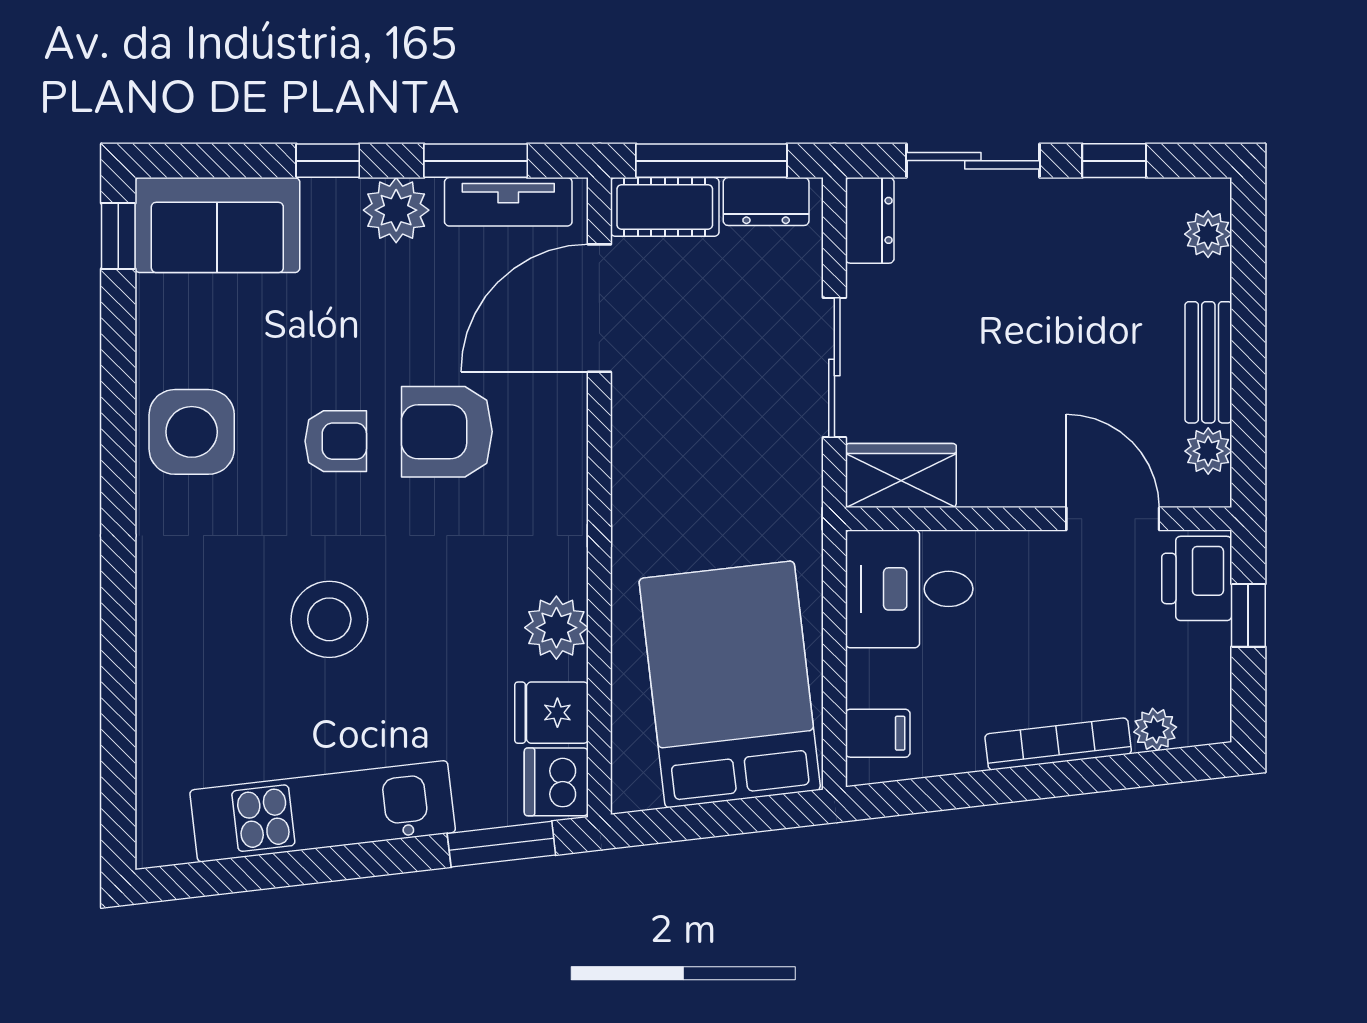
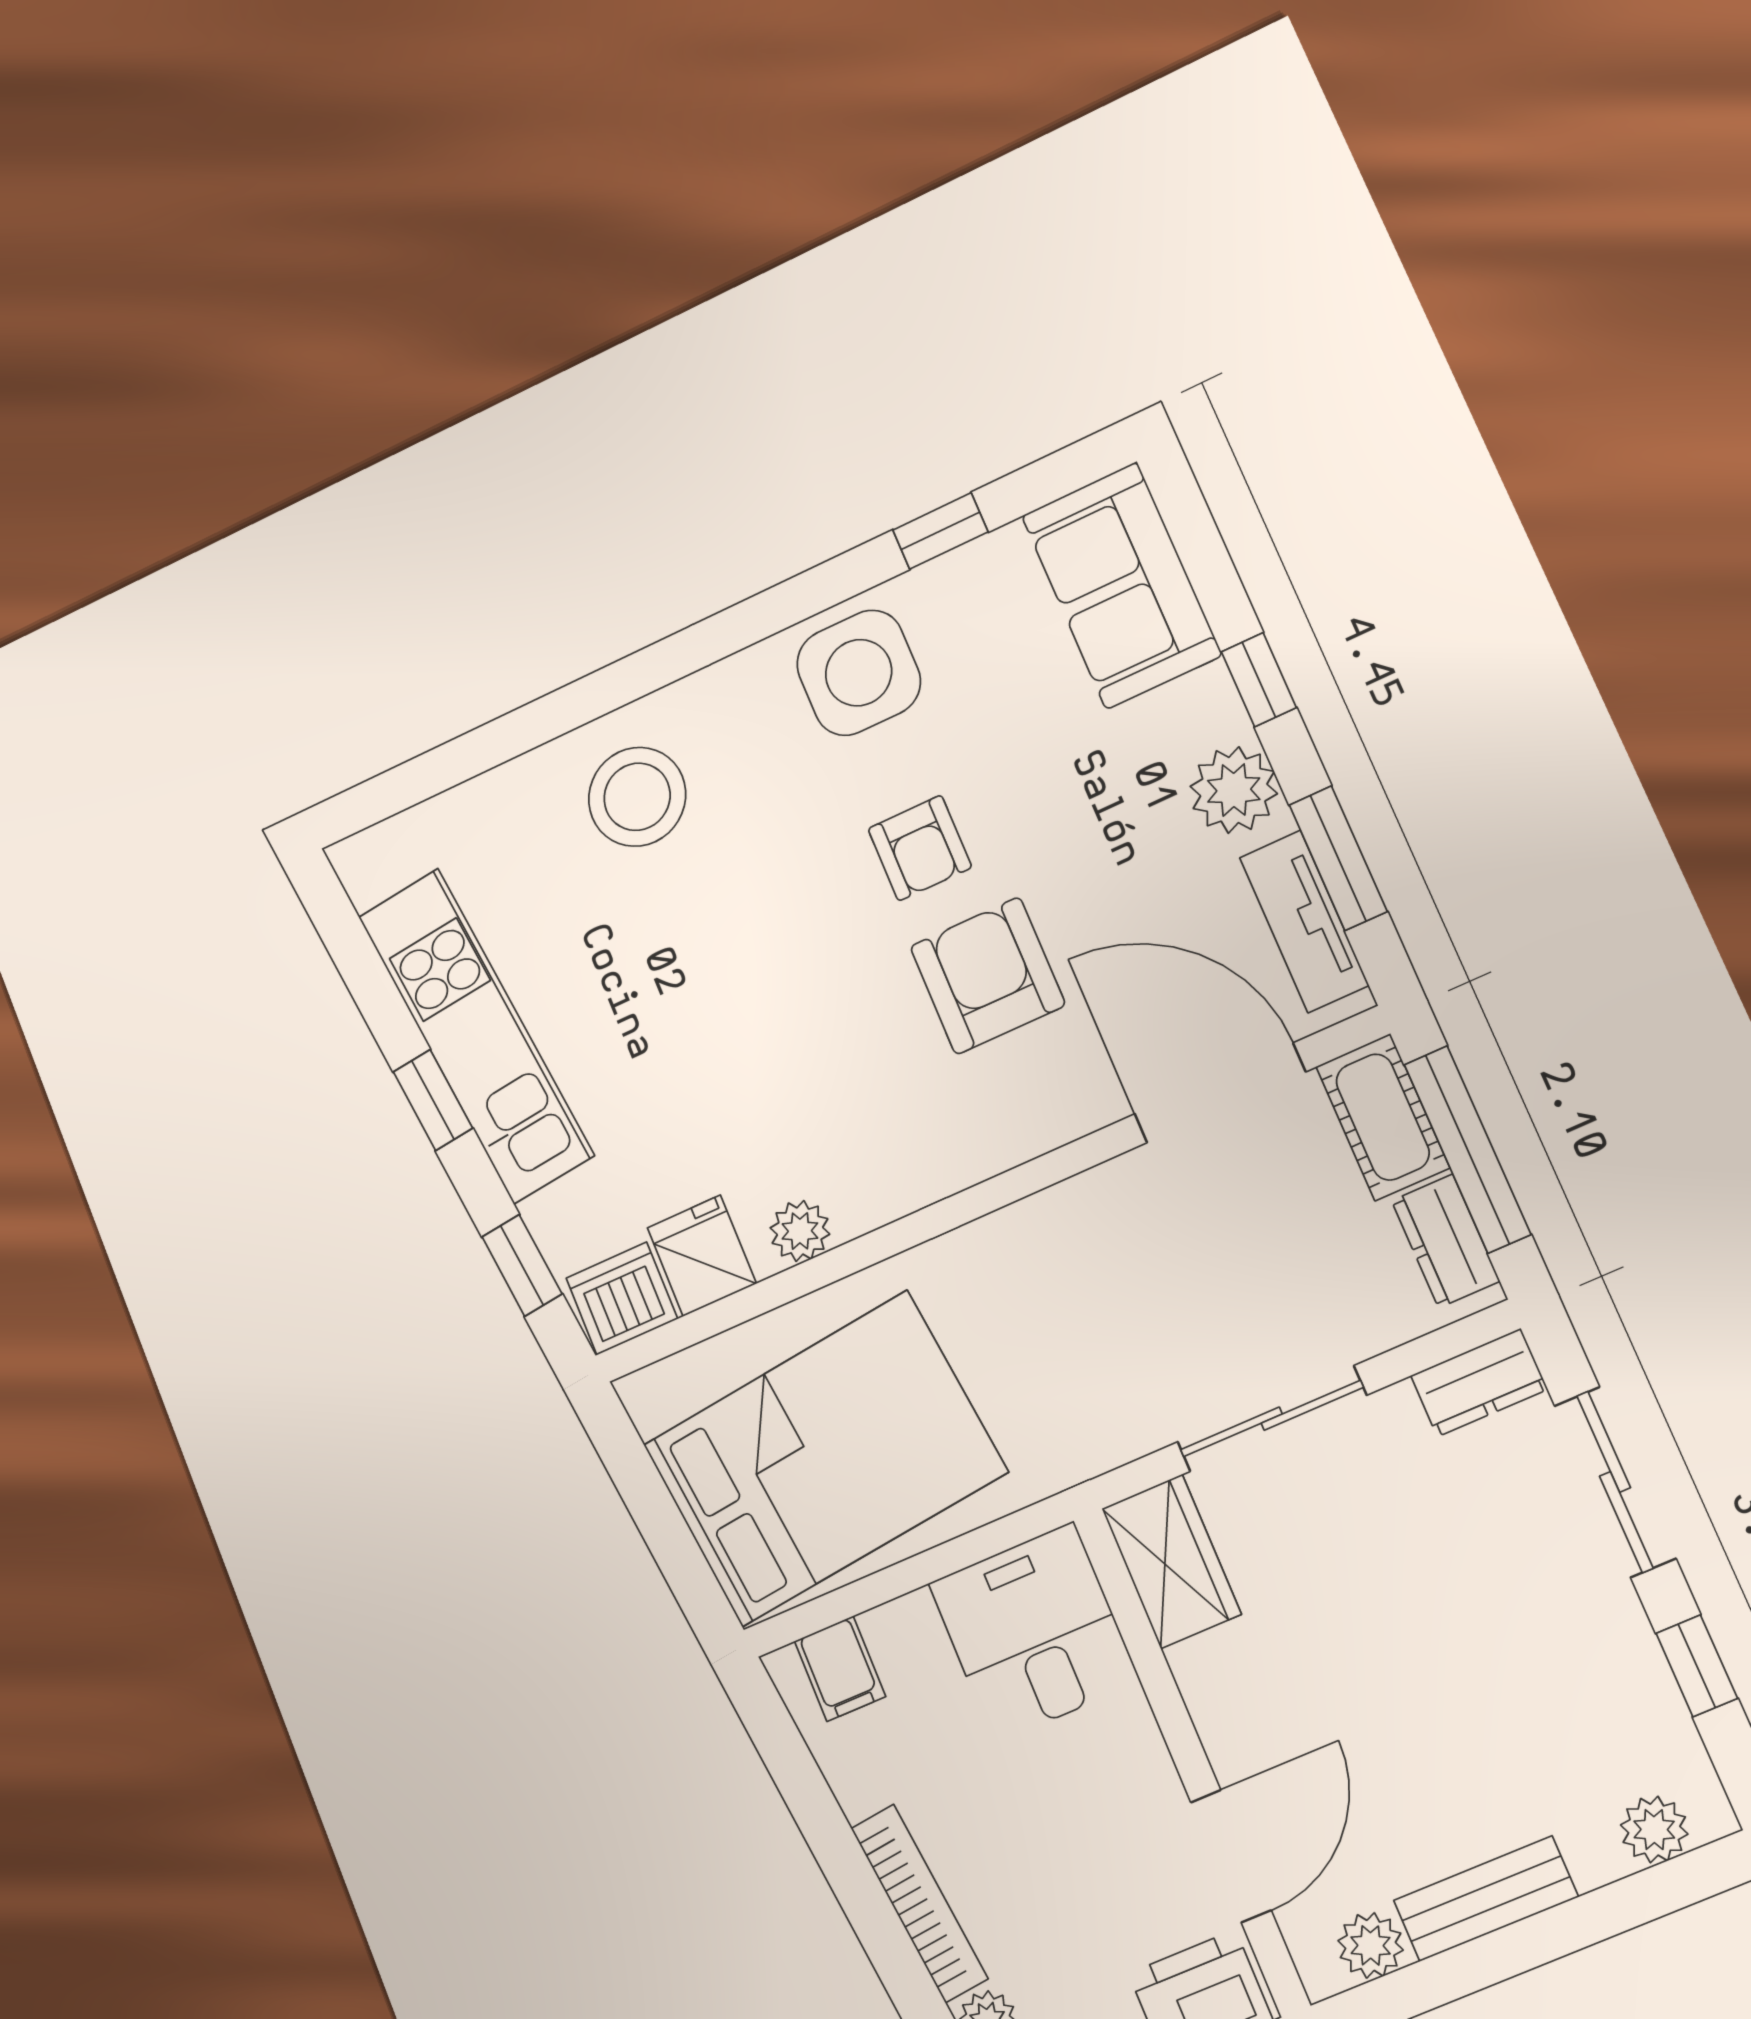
window: (118, 236) -> (940, 531), moved
stool: (329, 619) -> (637, 797), moved
plant: (556, 628) -> (800, 1231), width x0.73, depth x0.73
window: (501, 844) -> (522, 1265), width x0.67
window: (355, 861) -> (433, 1100), added

